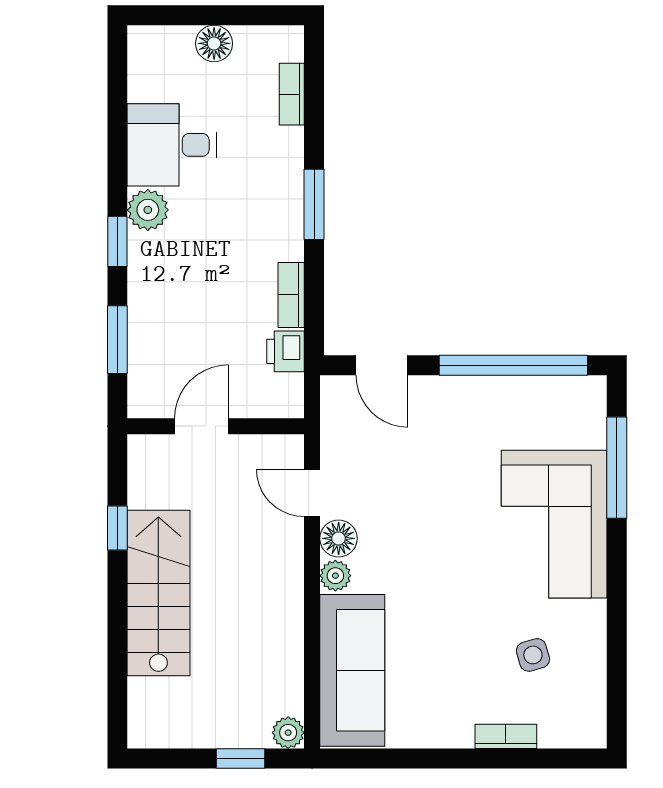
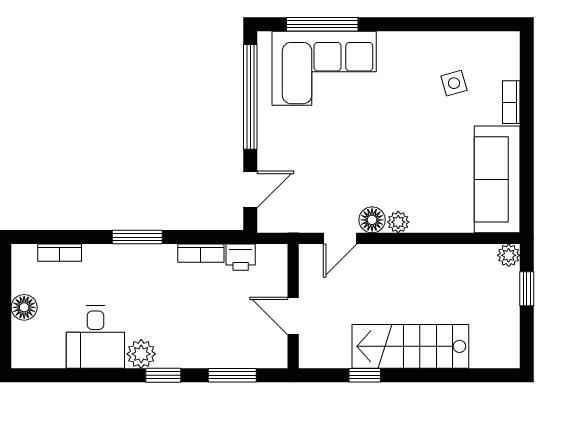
corner sofa: (554, 524) -> (324, 68), moved
sofa: (352, 670) -> (497, 179), moved, turned -90

